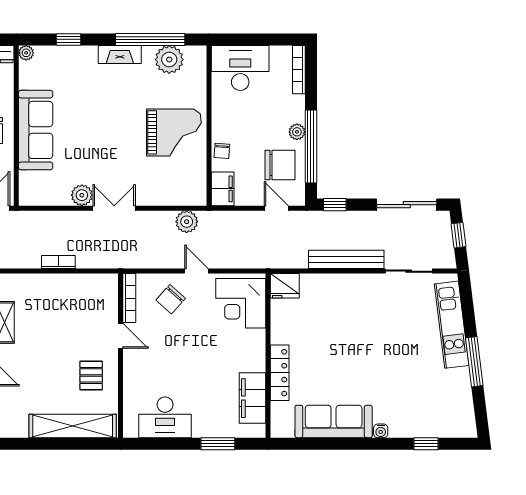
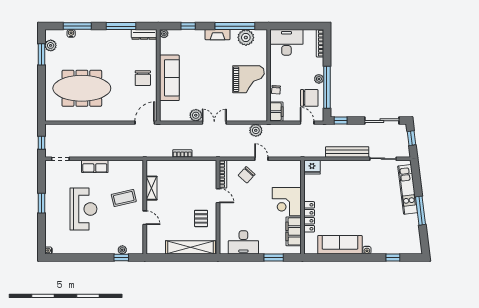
corner desk: (241, 303) -> (287, 202), moved

